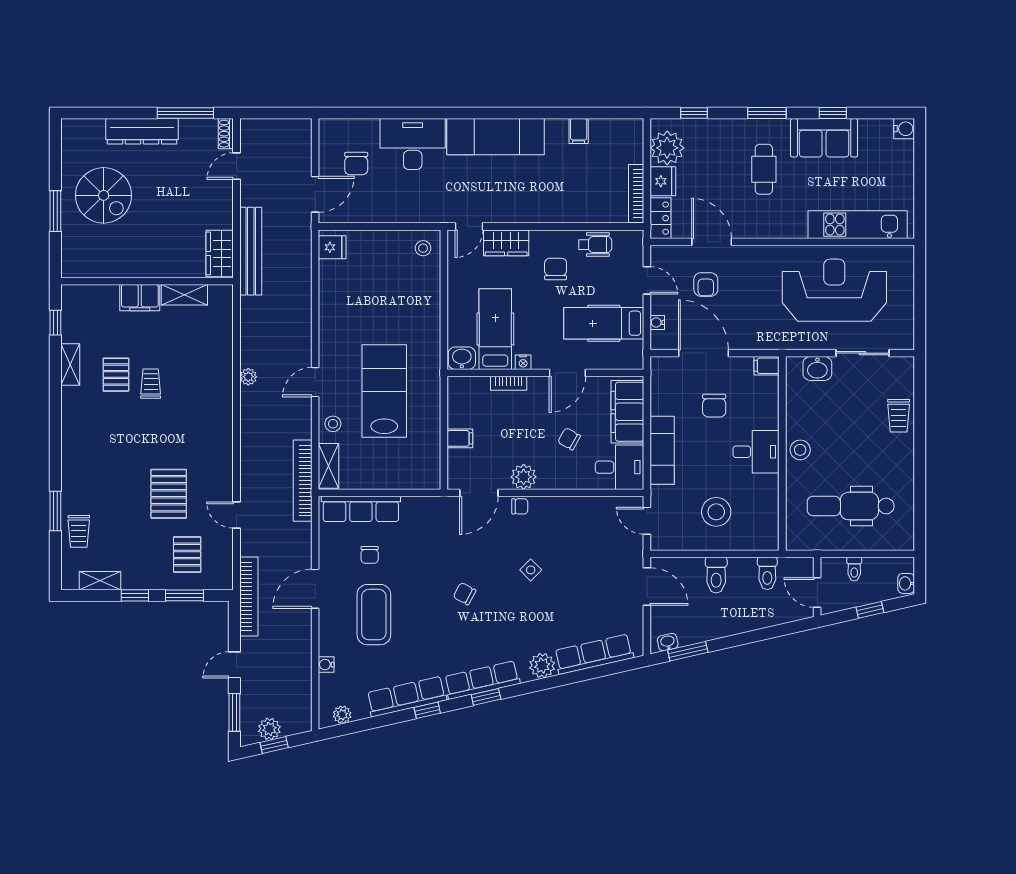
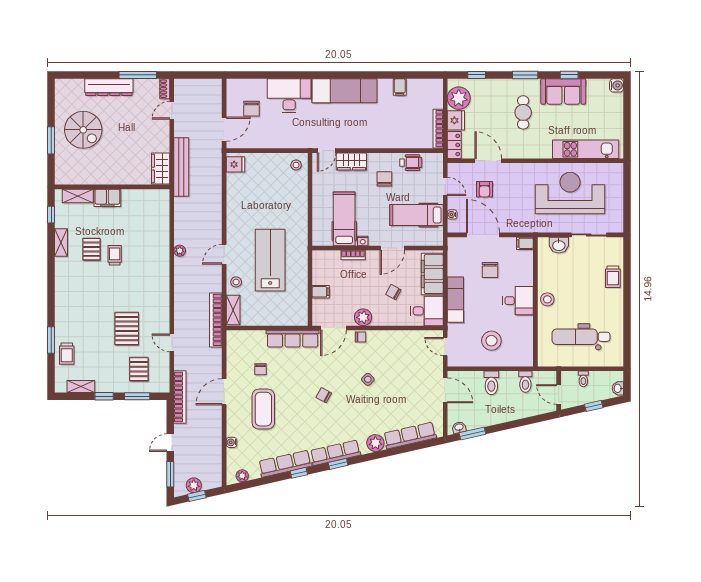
shelving: (184, 295) -> (78, 196), moved
washbasin: (462, 358) -> (322, 238), removed
row of seats: (361, 509) -> (293, 339), moved

